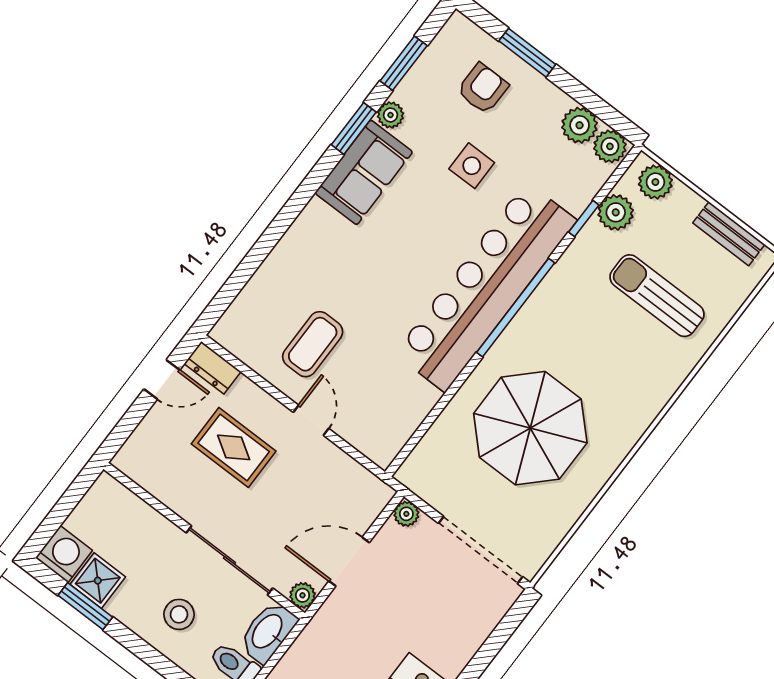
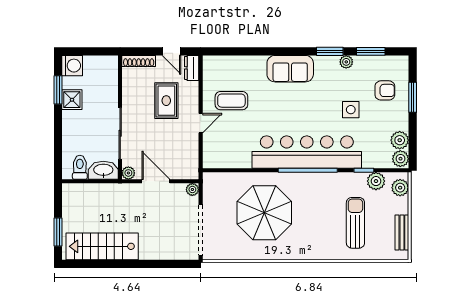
sofa: (364, 172) -> (290, 69), moved
shoe rack: (137, 443) -> (139, 61), added
shower: (98, 581) -> (72, 100), moved
stool: (179, 614) -> (83, 130), removed

